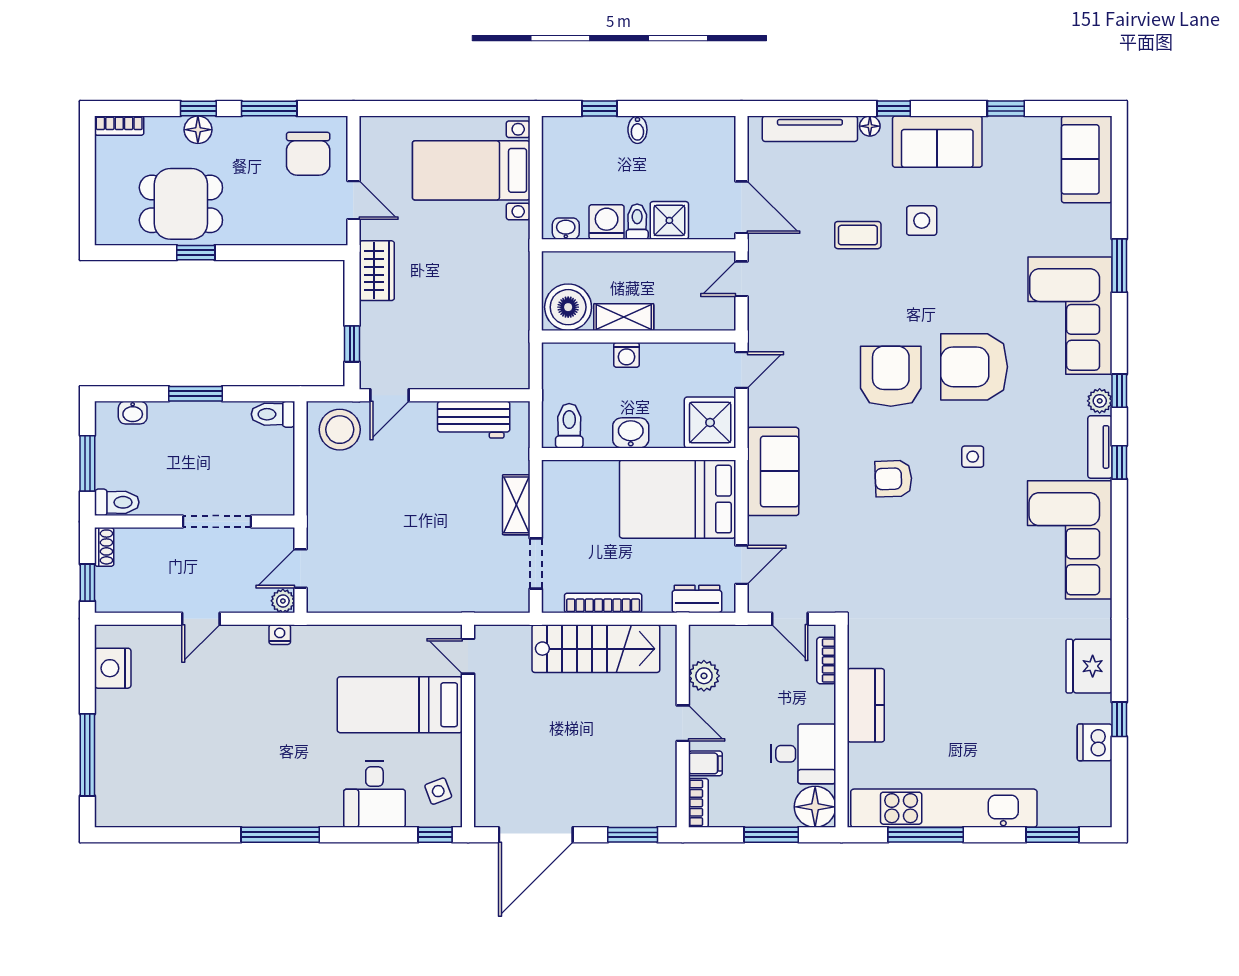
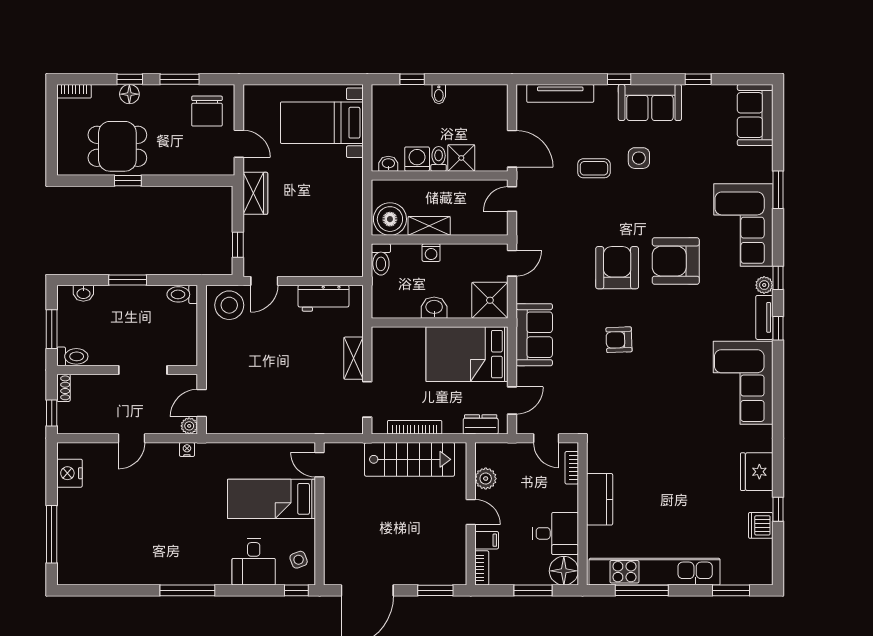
floor lamp: (870, 126) -> (602, 92), removed
toilet: (569, 426) -> (381, 259), moved, turned 180
side table: (973, 457) -> (675, 324), removed

